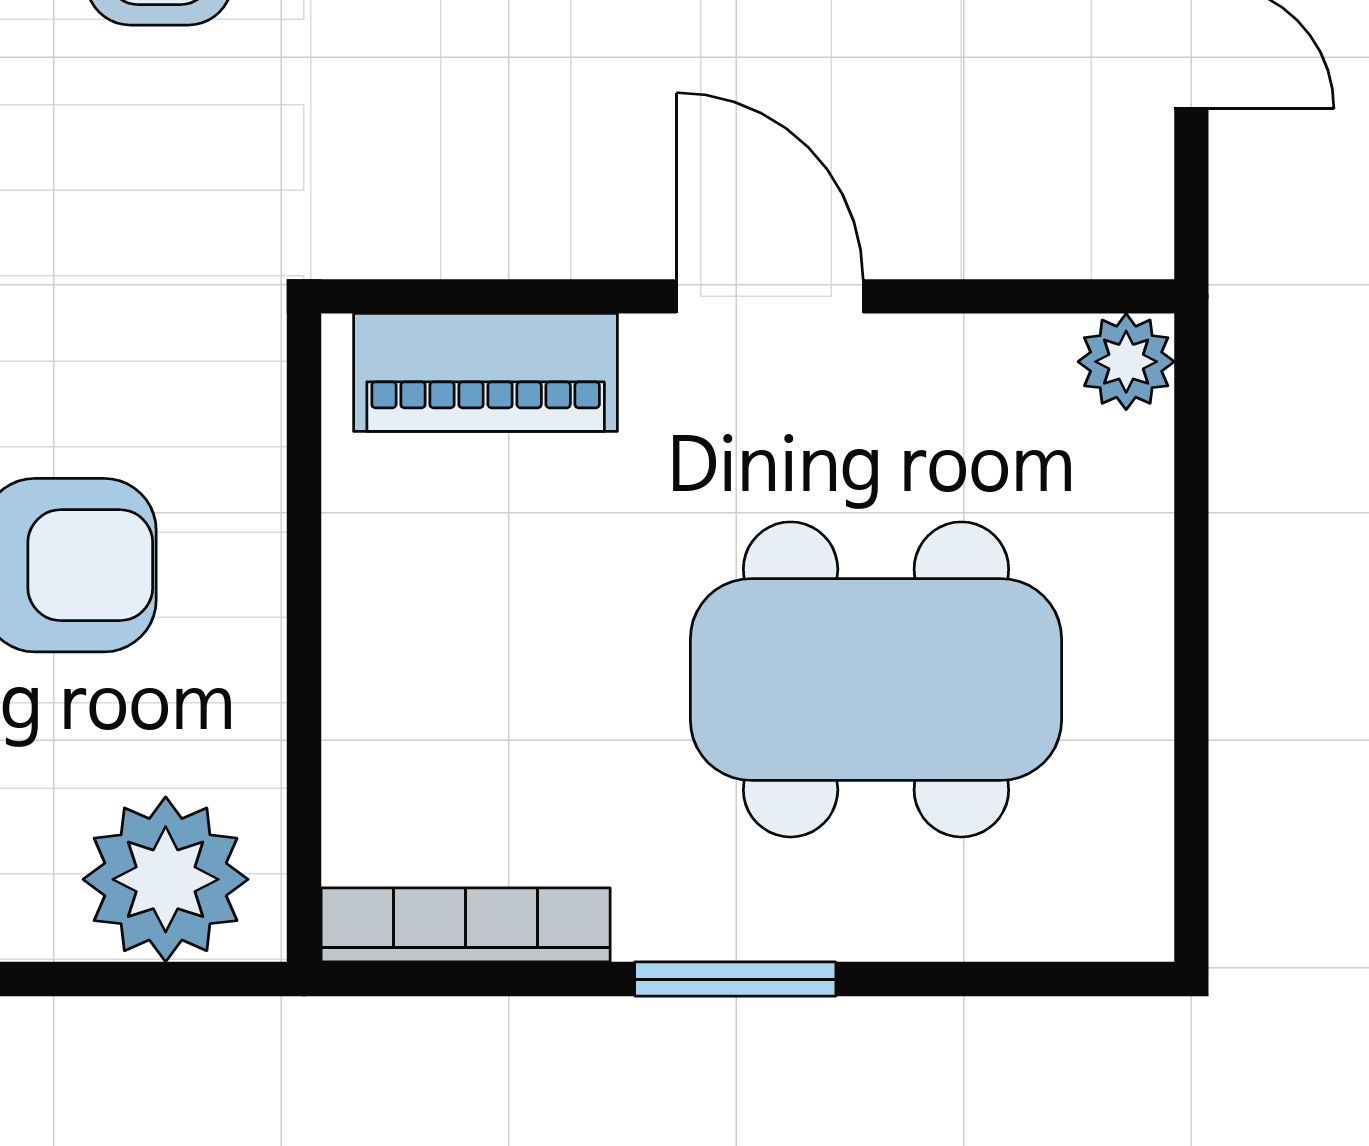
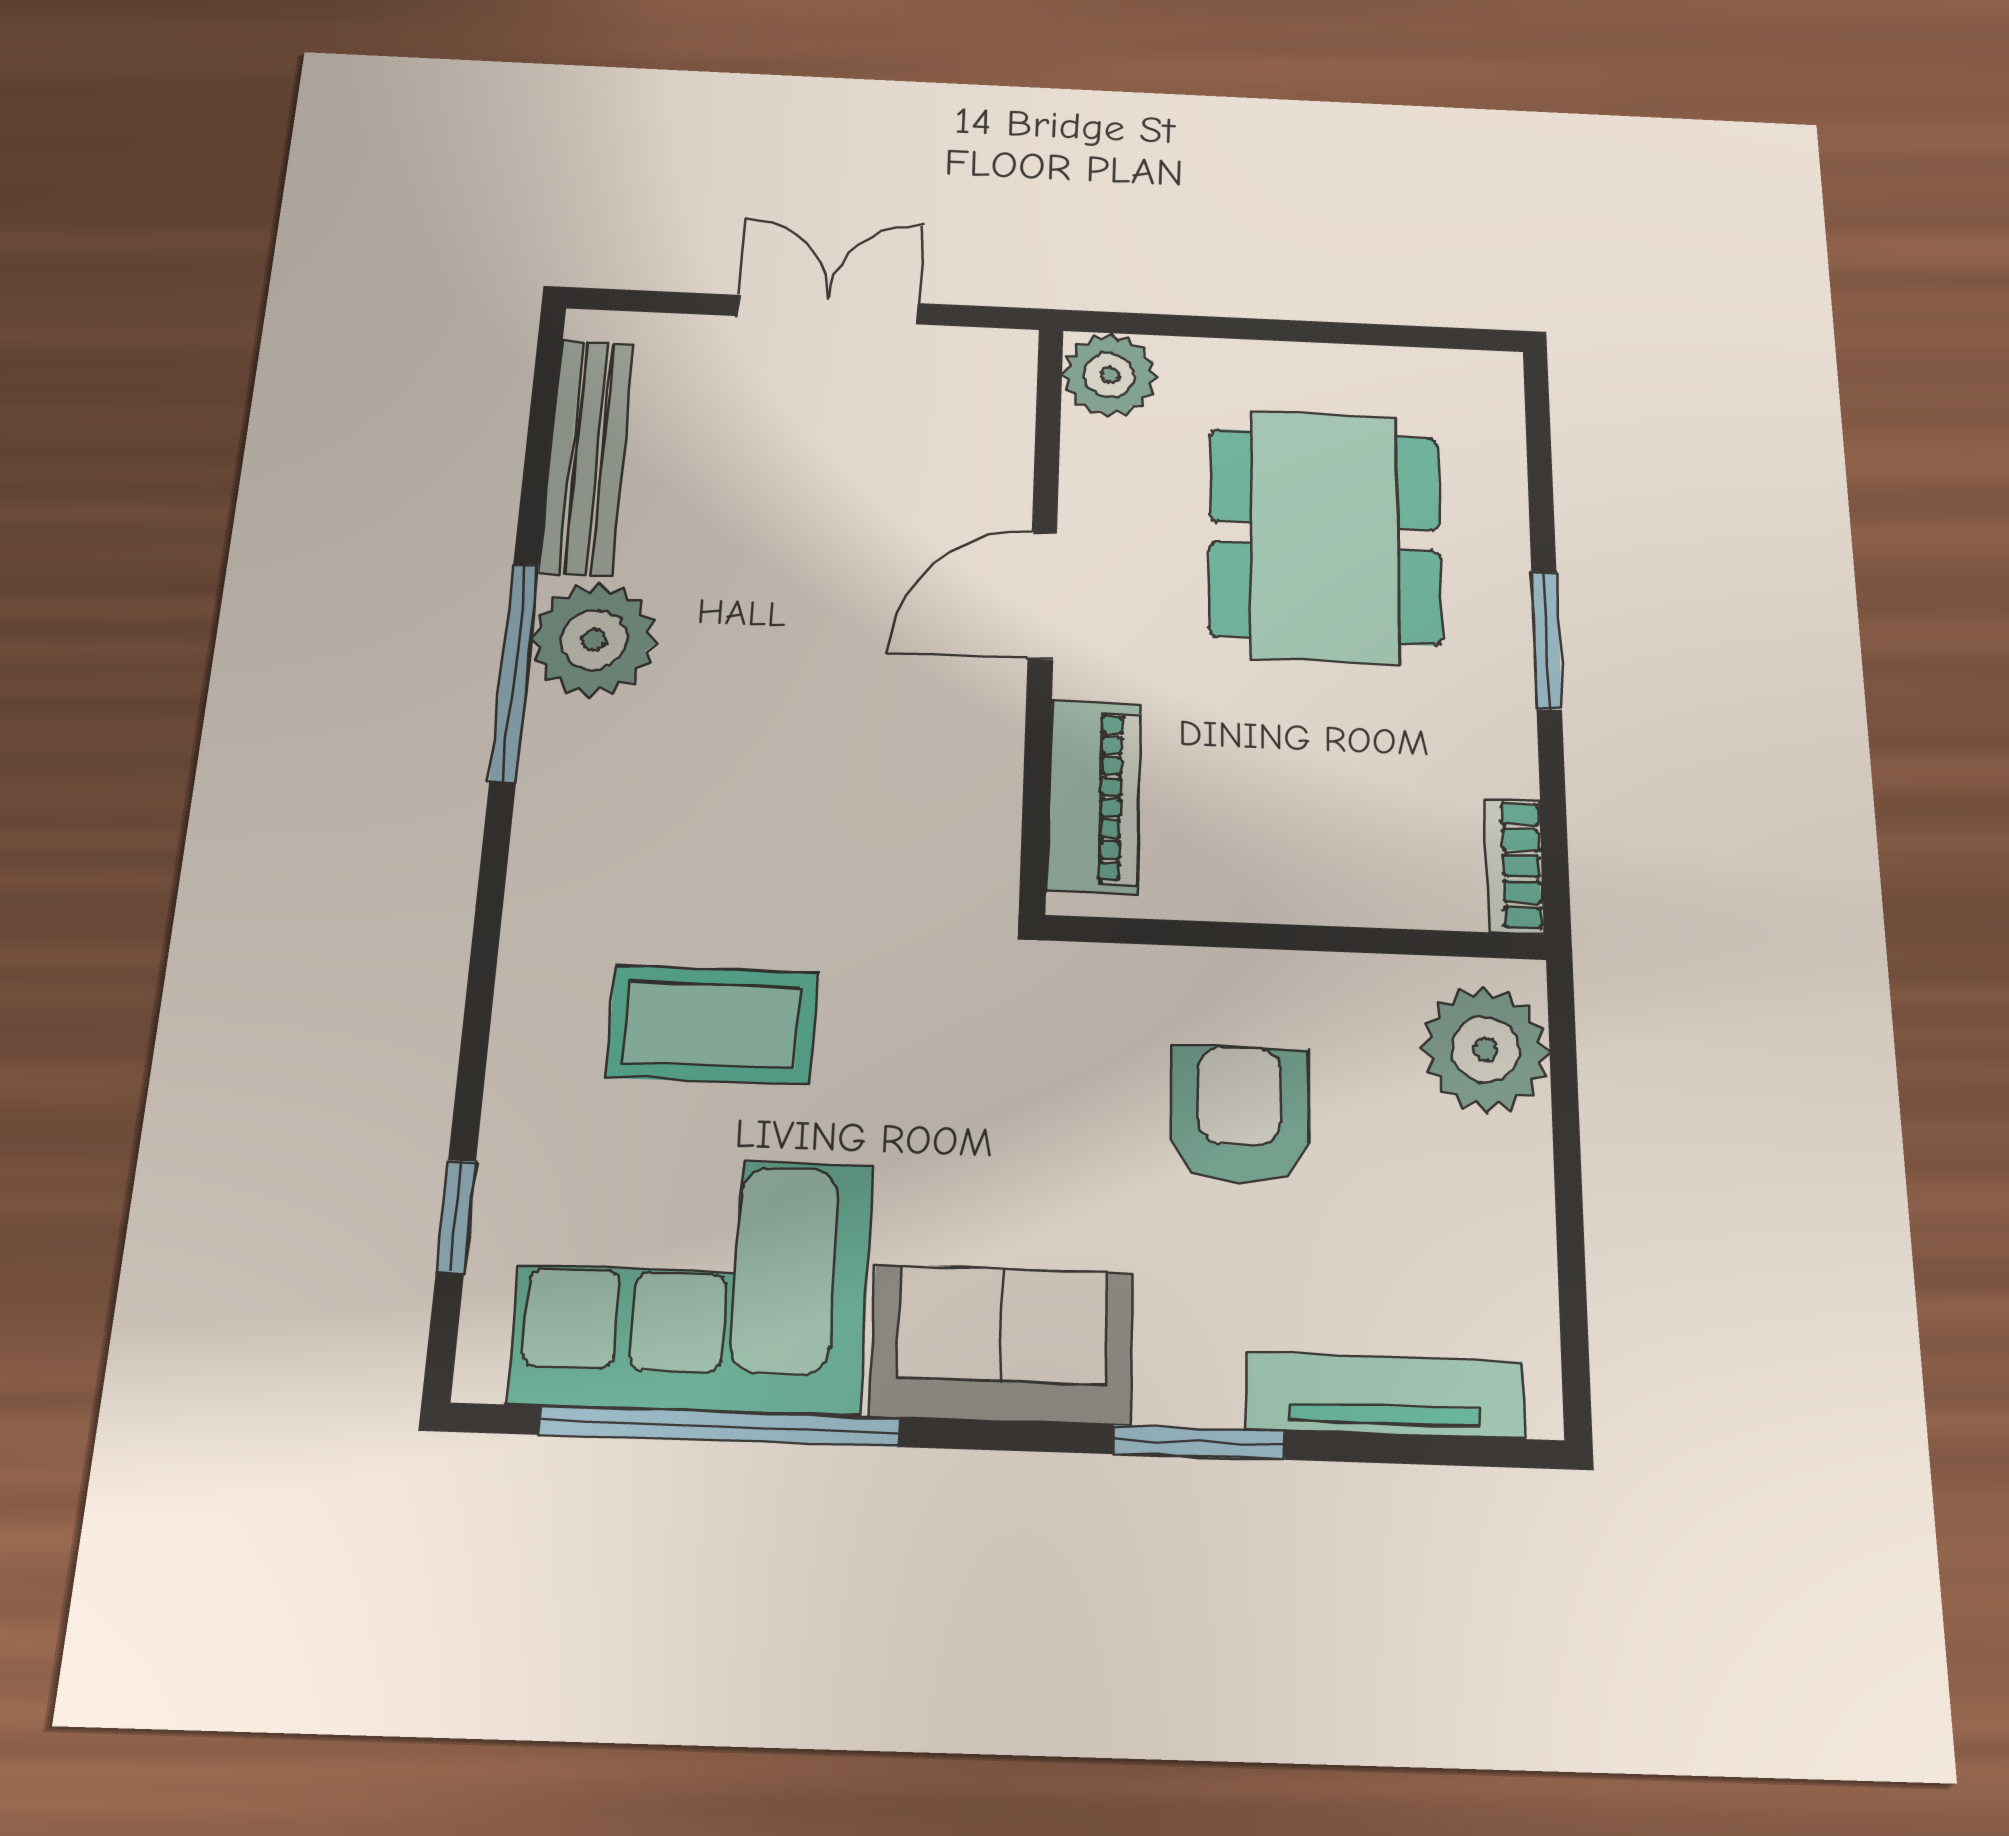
plant: (1126, 362) -> (1109, 375), width x1.38, depth x1.38
bookcase: (466, 925) -> (1514, 865), width x0.64

